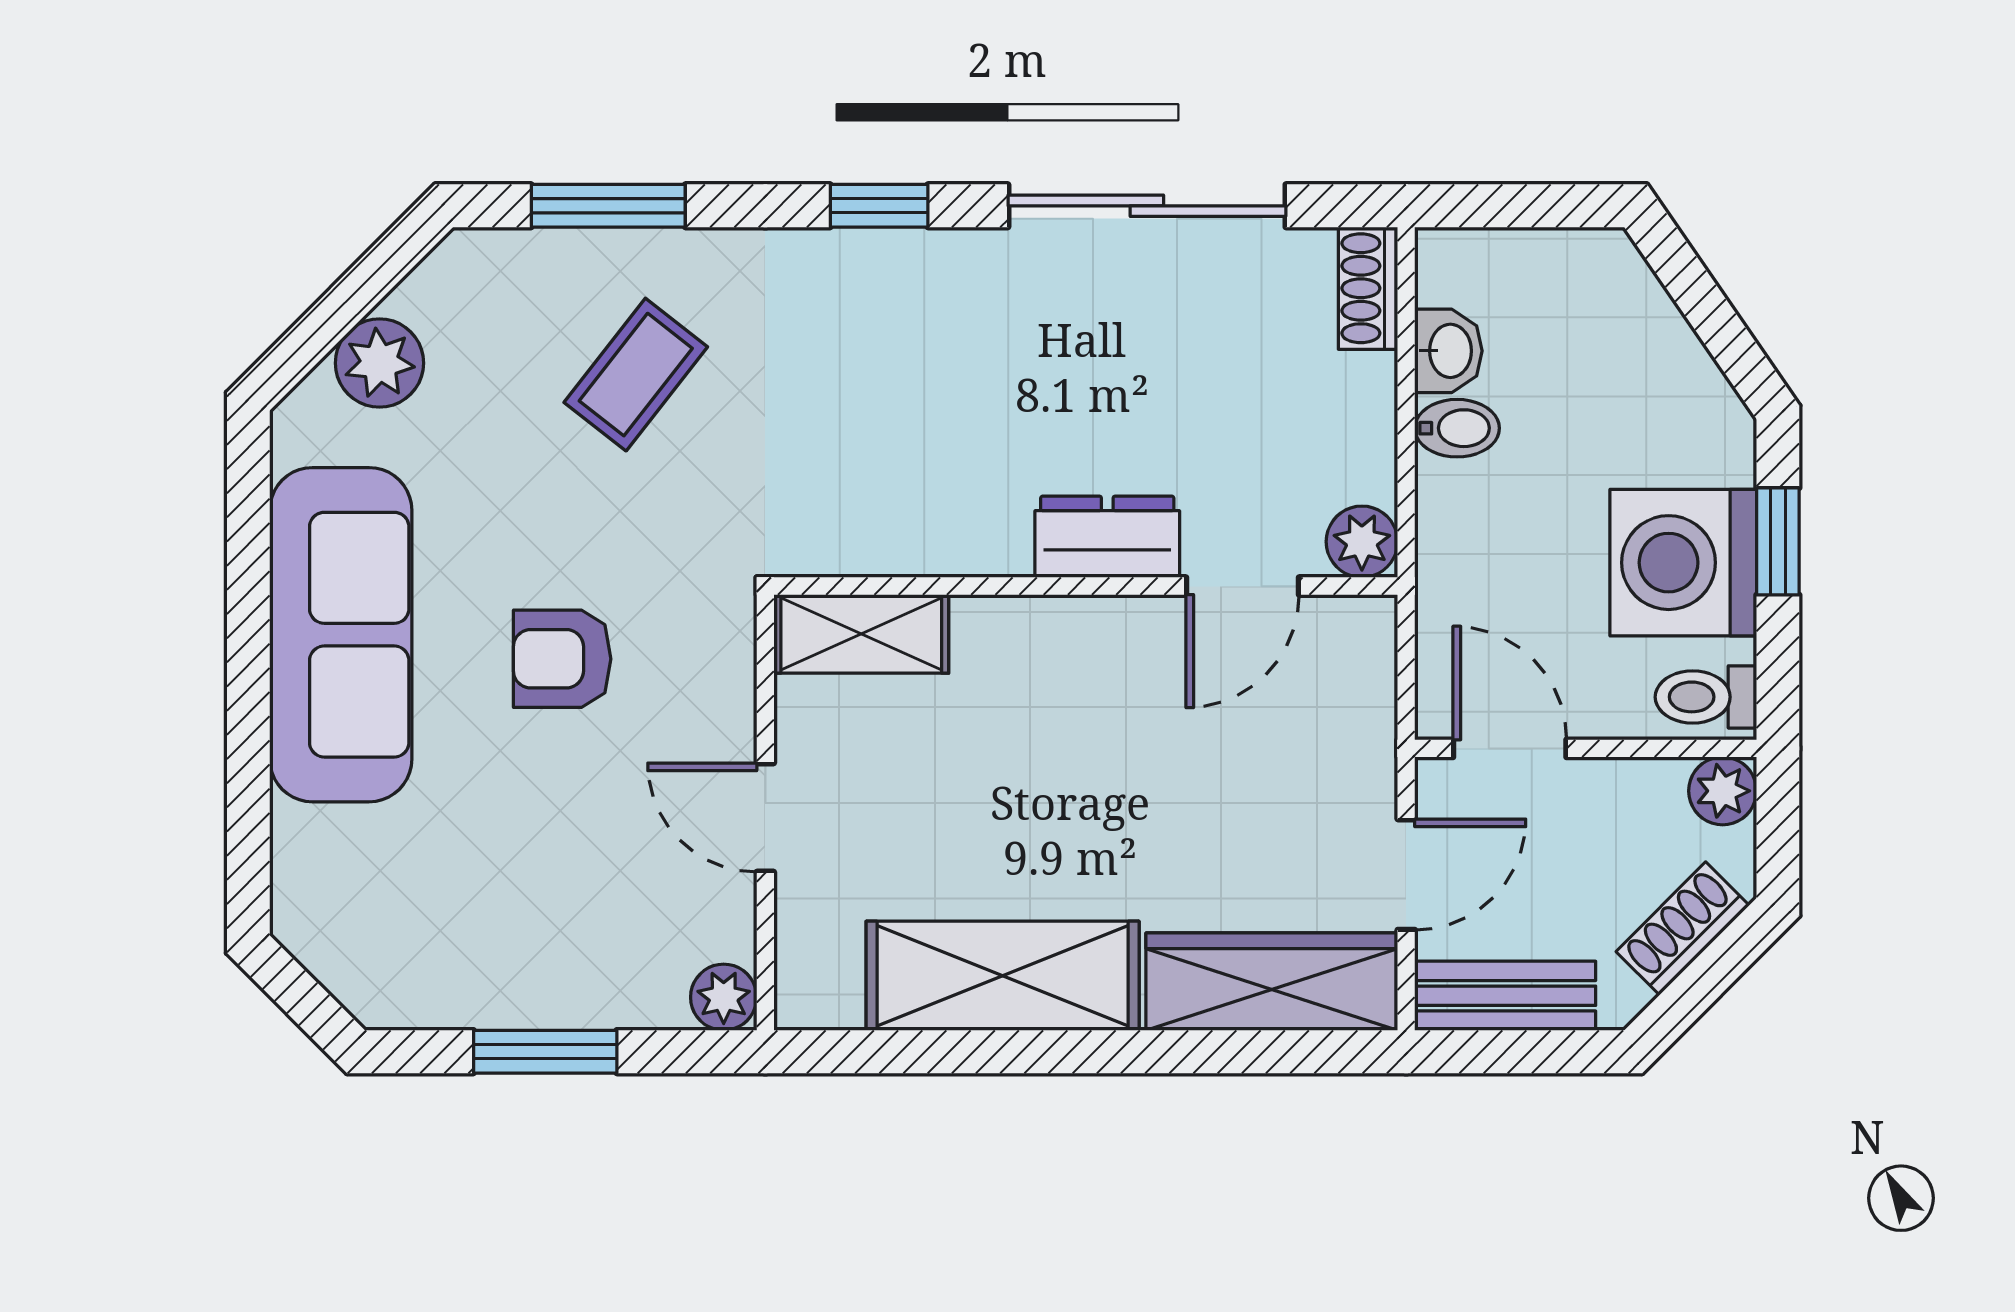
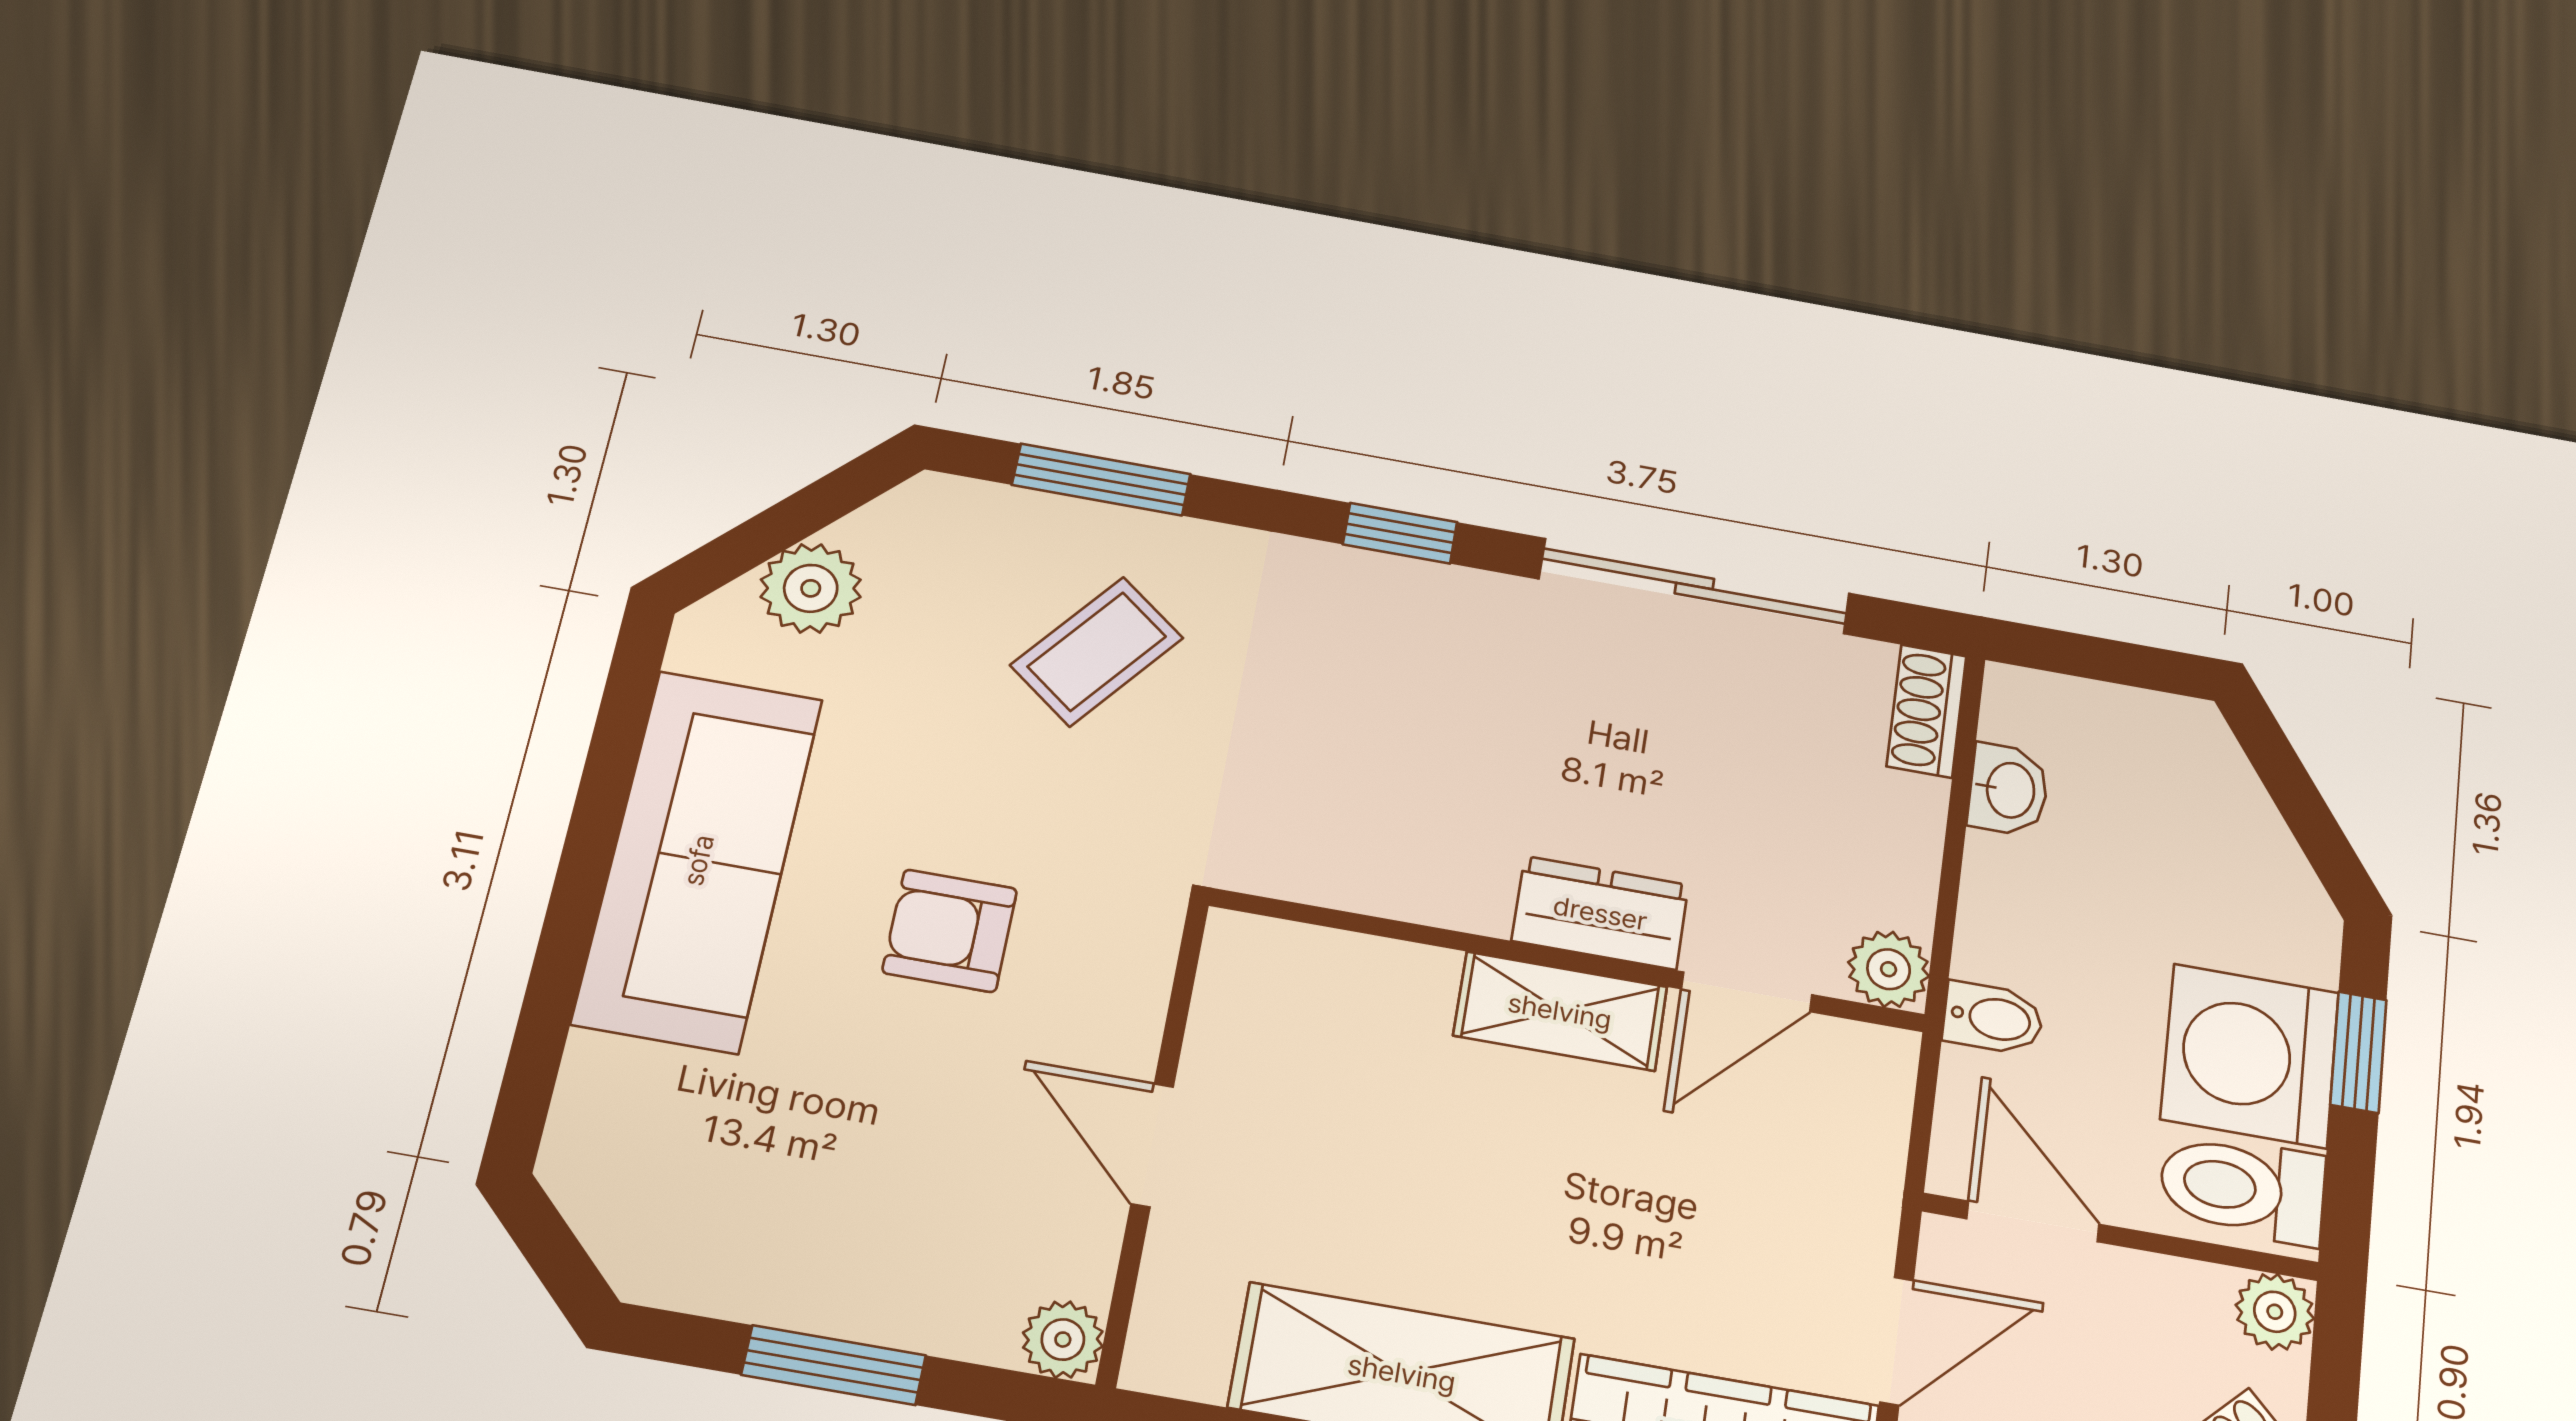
bidet: (1457, 428) -> (1993, 1018), moved
shelving: (861, 634) -> (1560, 1011), moved
toilet: (1706, 697) -> (2242, 1188), width x1.37, depth x1.39

